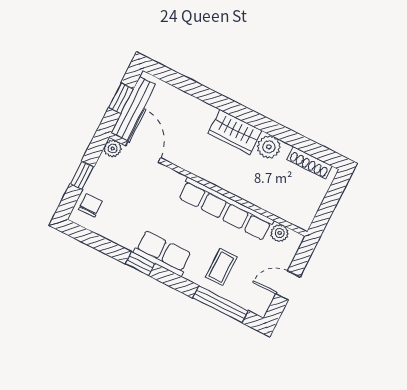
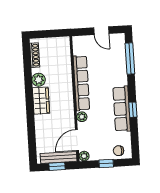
plant: (280, 233) -> (82, 117), moved
row of seats: (163, 253) -> (122, 109), width x1.48
coffee table: (221, 267) -> (111, 69), removed

